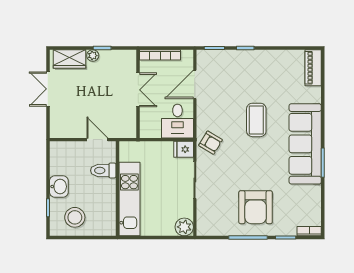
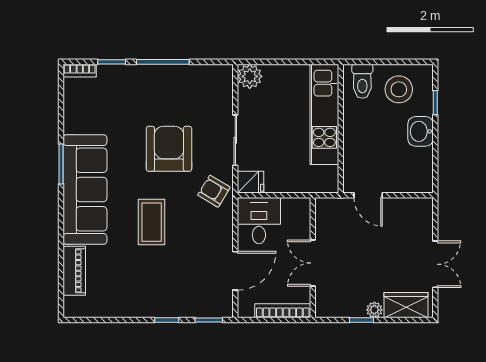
piano: (313, 68) -> (74, 271), moved
toilet: (103, 170) -> (362, 81), moved, turned 90
armchair: (256, 207) -> (169, 149), moved

